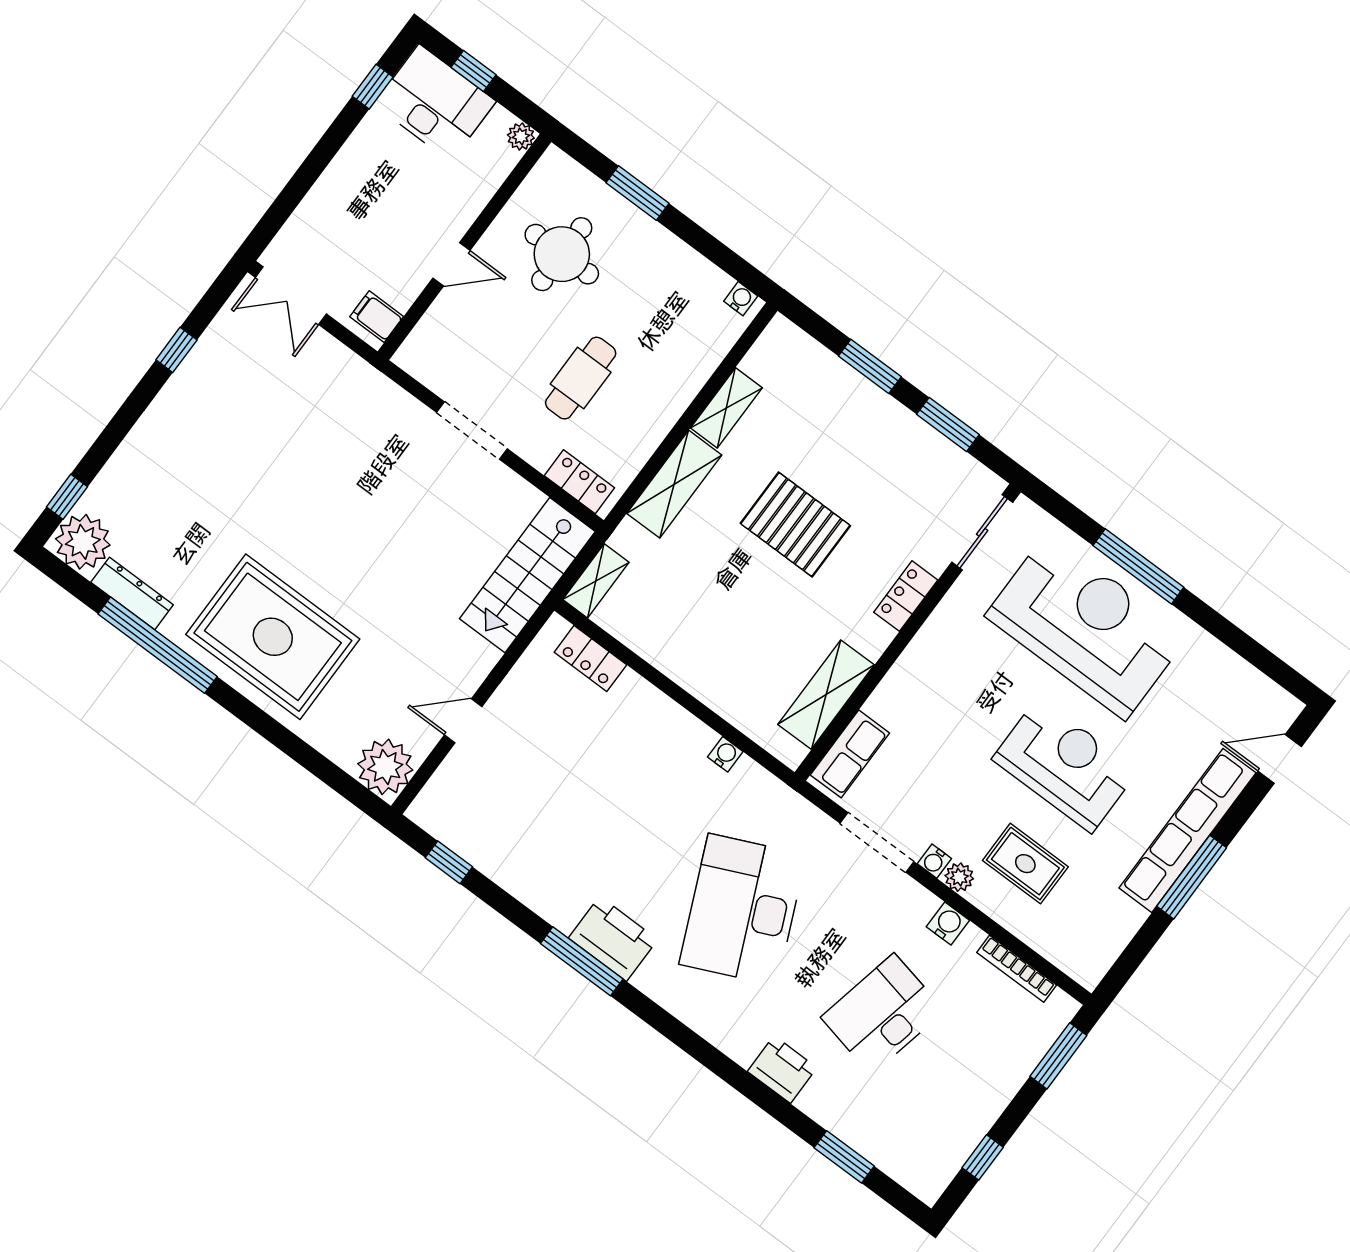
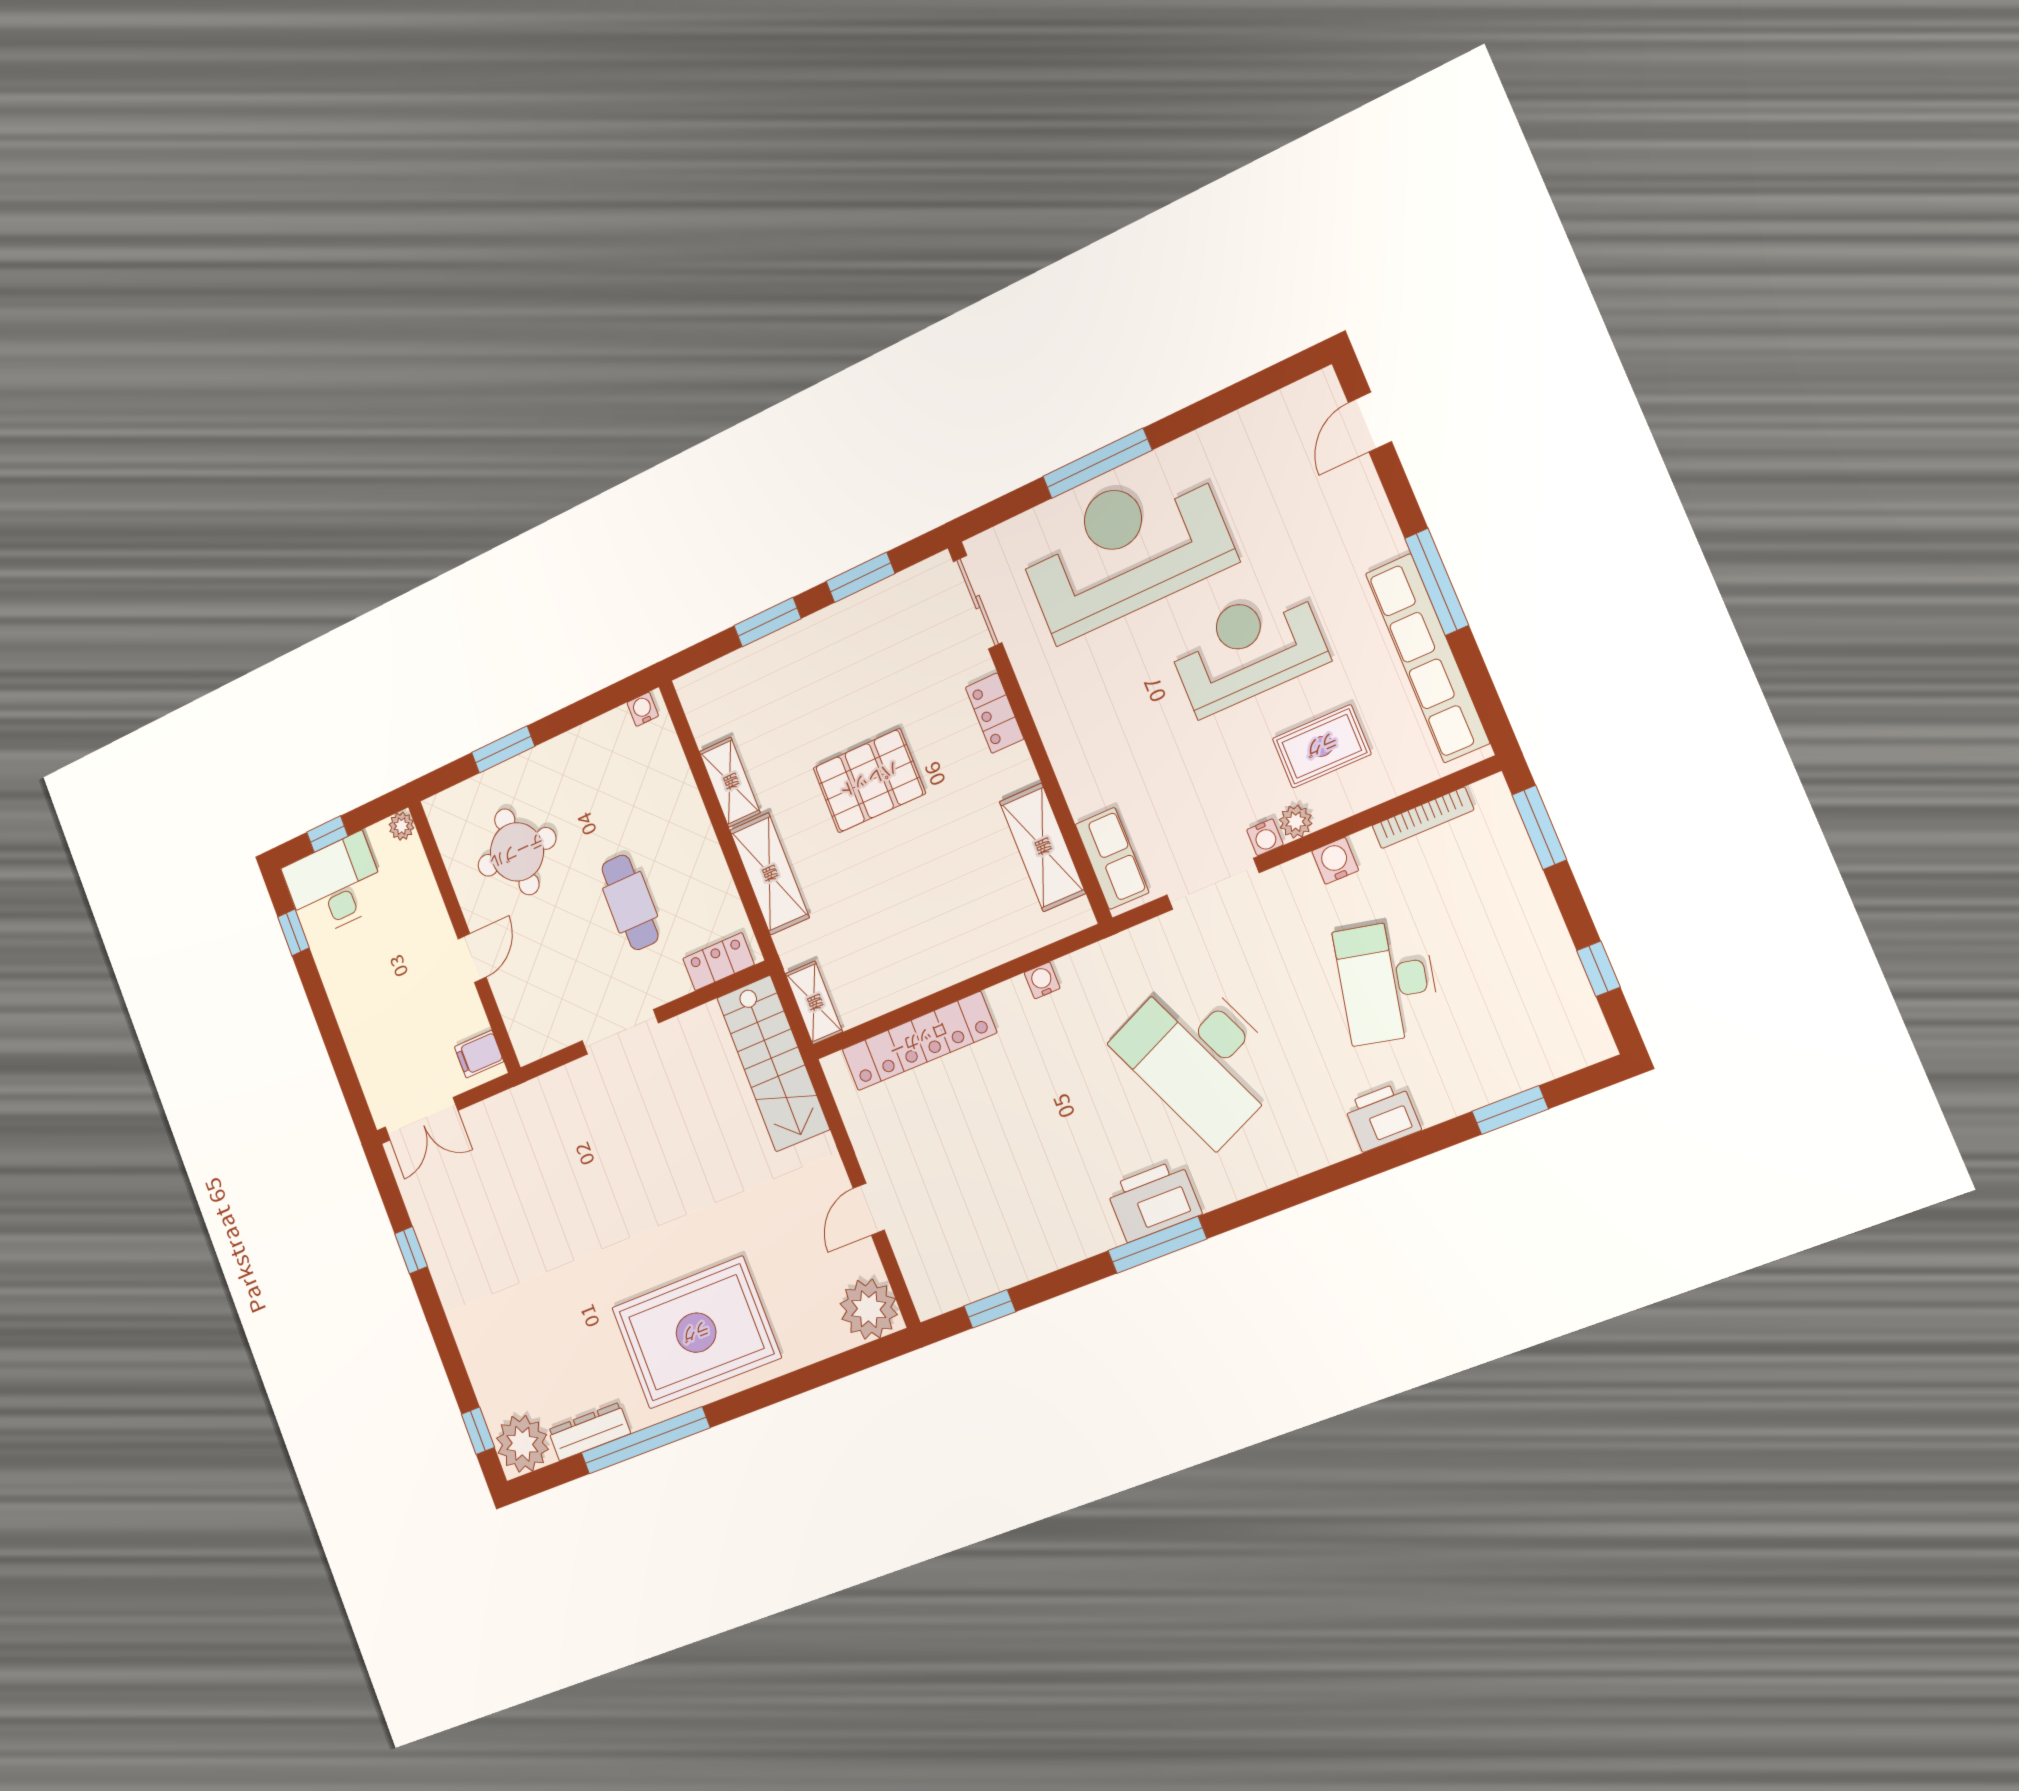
locker: (590, 659) -> (919, 1041), width x2.16, depth x1.21
row of seats: (1187, 830) -> (1427, 658), moved

